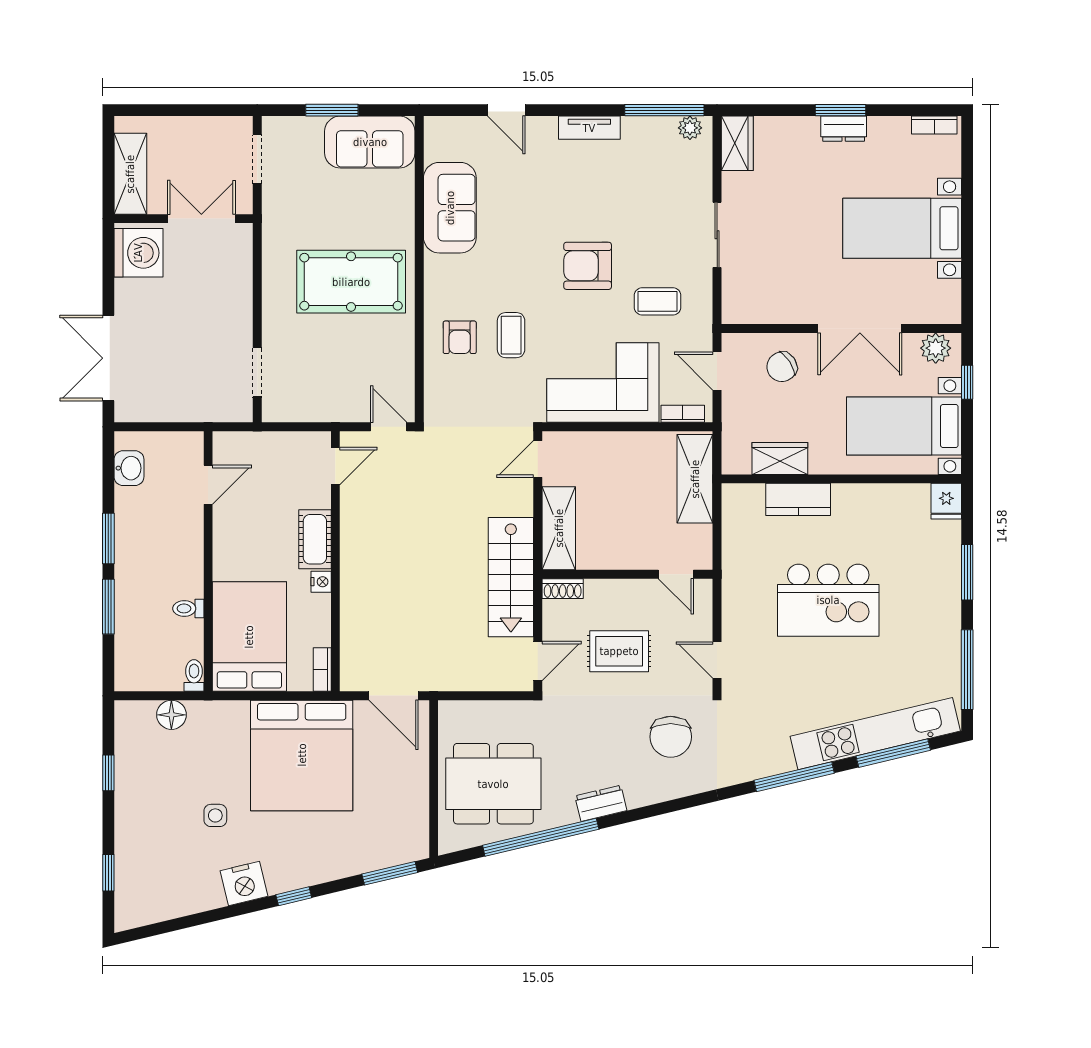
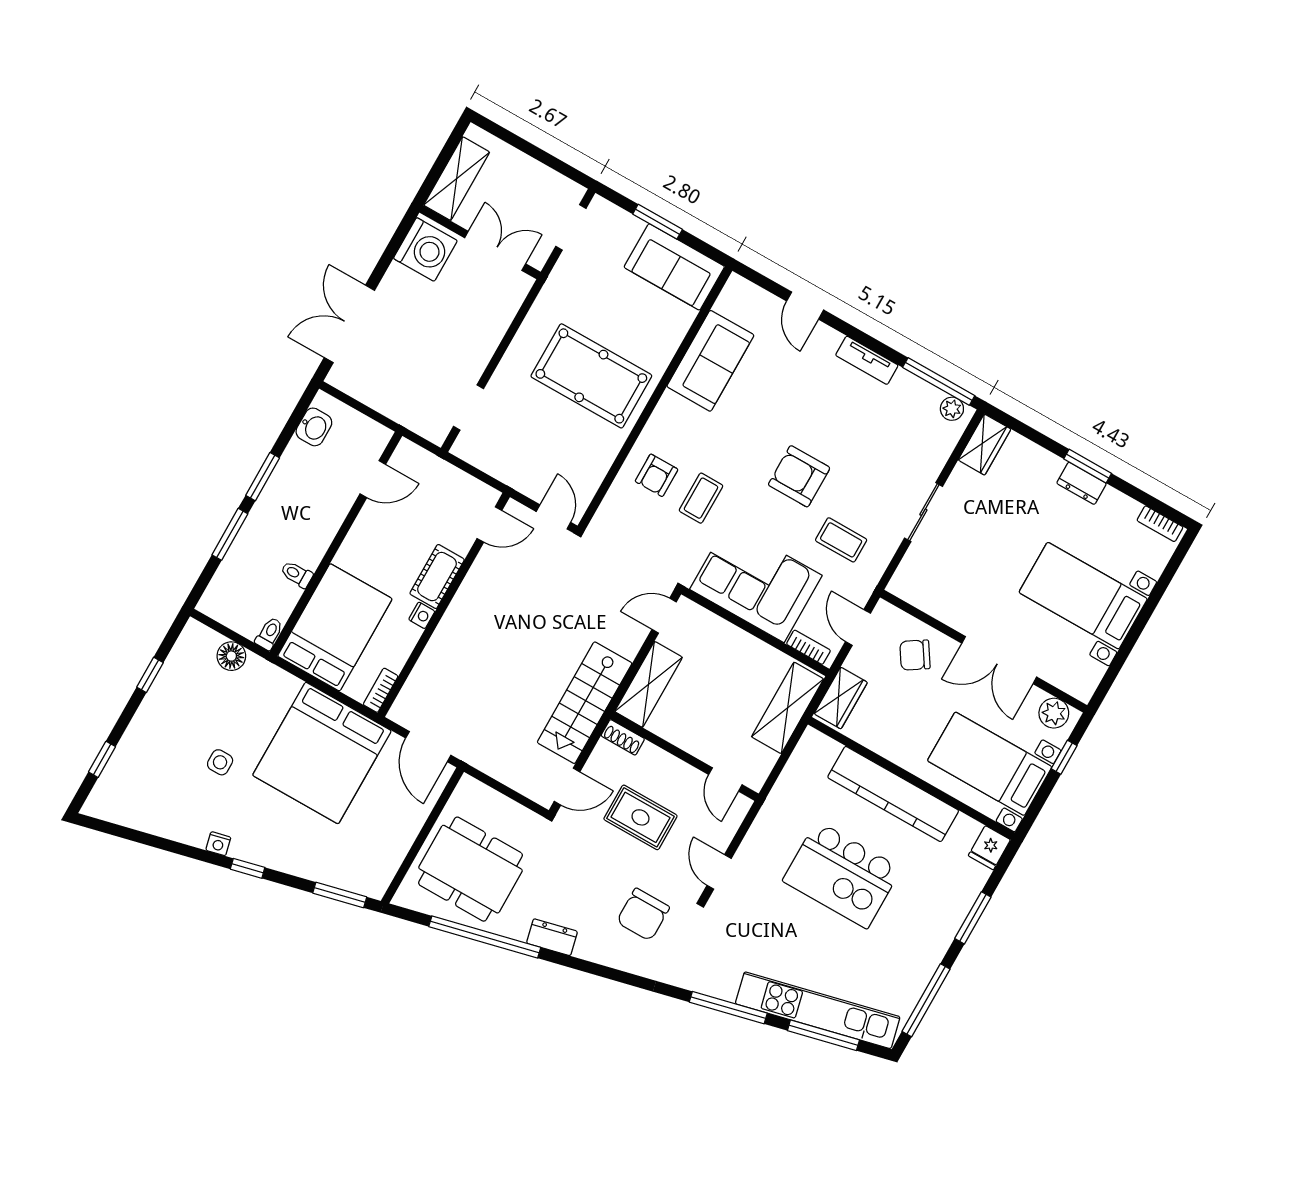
wardrobe: (780, 458) -> (841, 698), moved, turned 90
kitchen counter: (798, 499) -> (893, 794), width x2.08, depth x1.17
nightstand: (244, 883) -> (218, 844), width x0.53, depth x0.56

